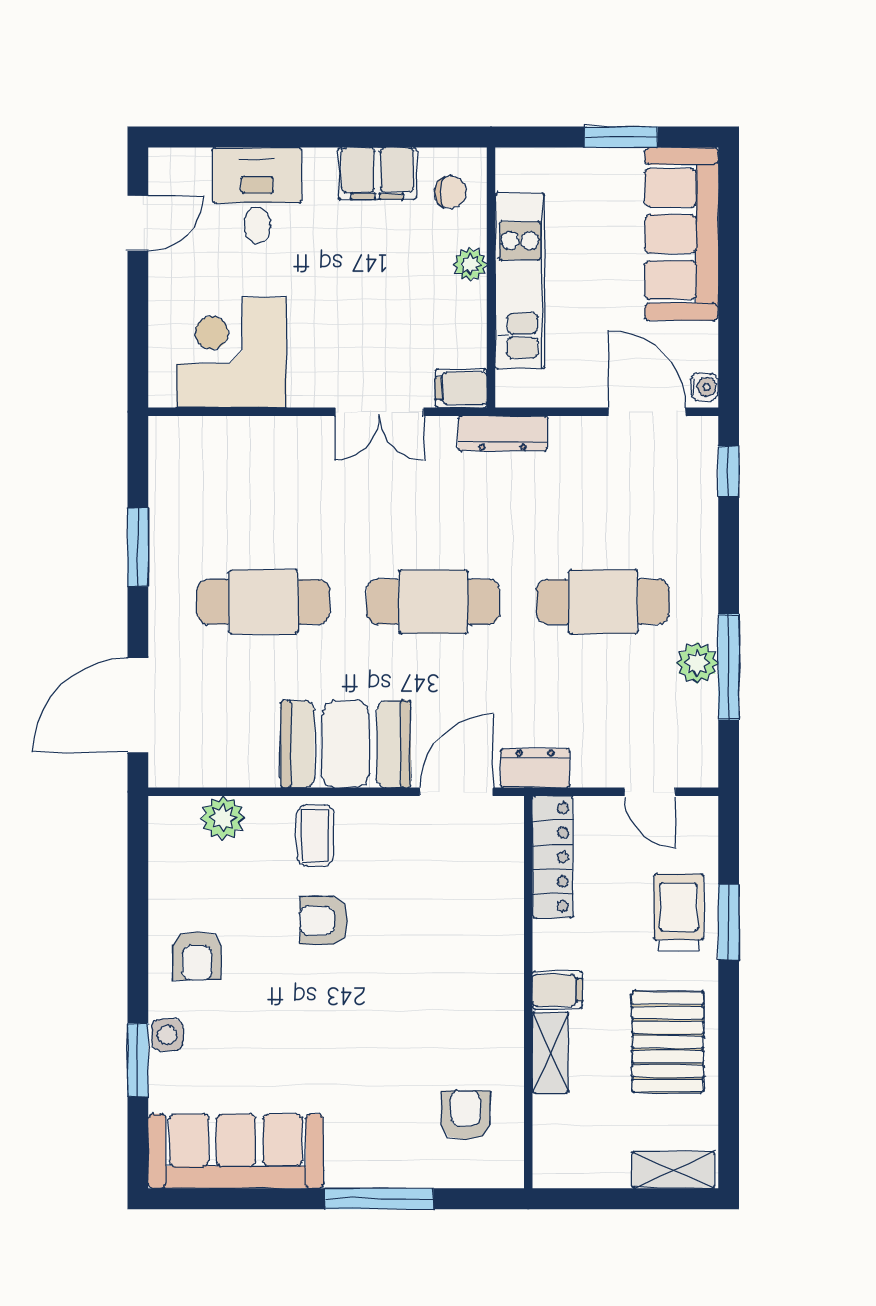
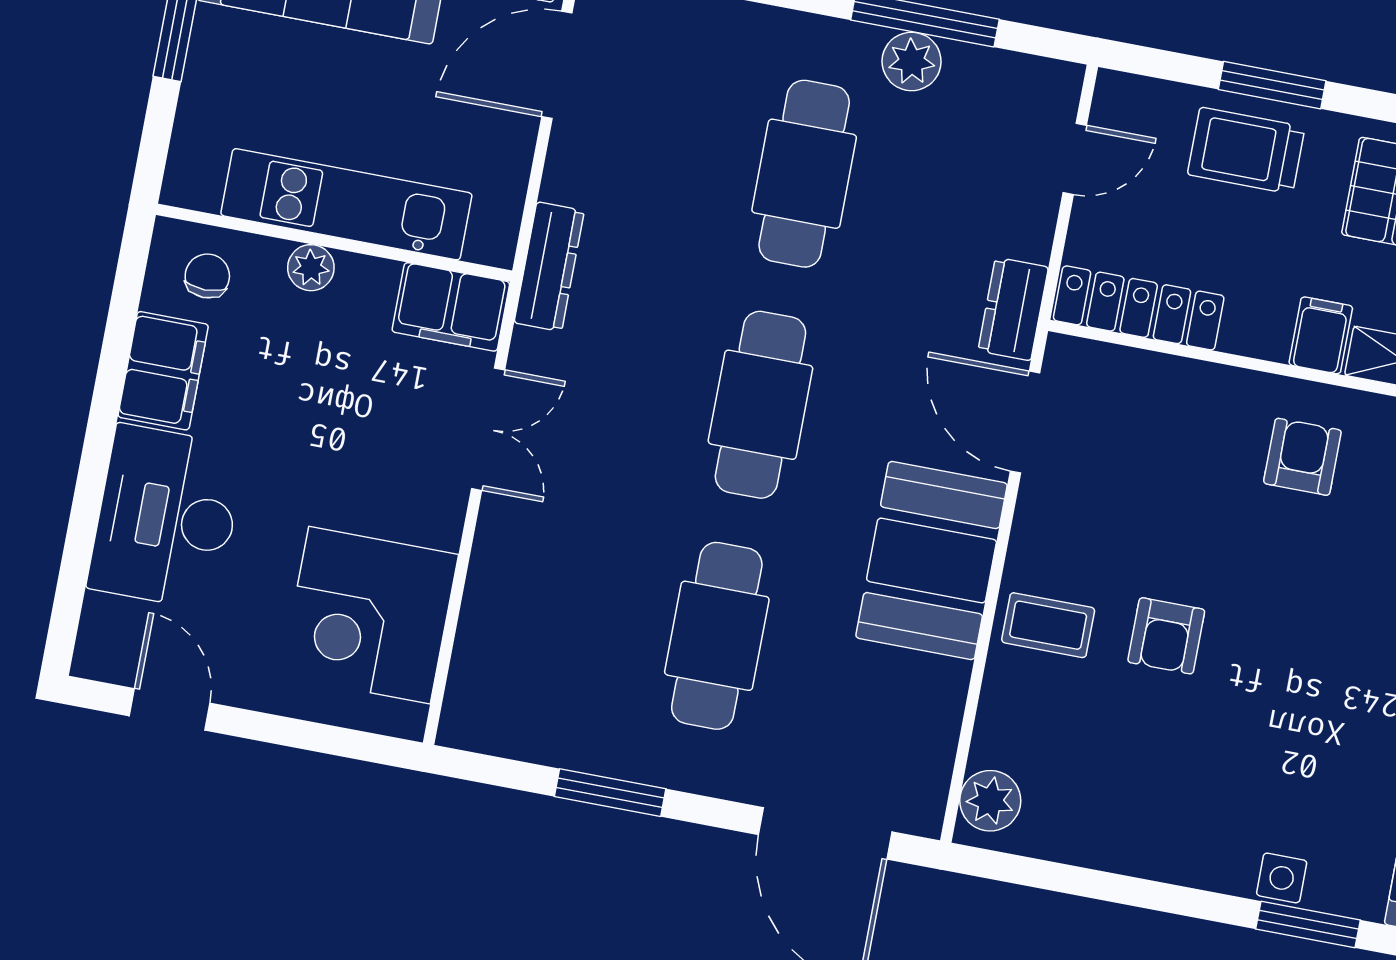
desk: (257, 195) -> (166, 517), width x1.37
filing cabinet: (461, 388) -> (451, 307), width x2.00
plant: (223, 818) -> (990, 801), moved
armchair: (197, 956) -> (1302, 457), moved, turned -90

